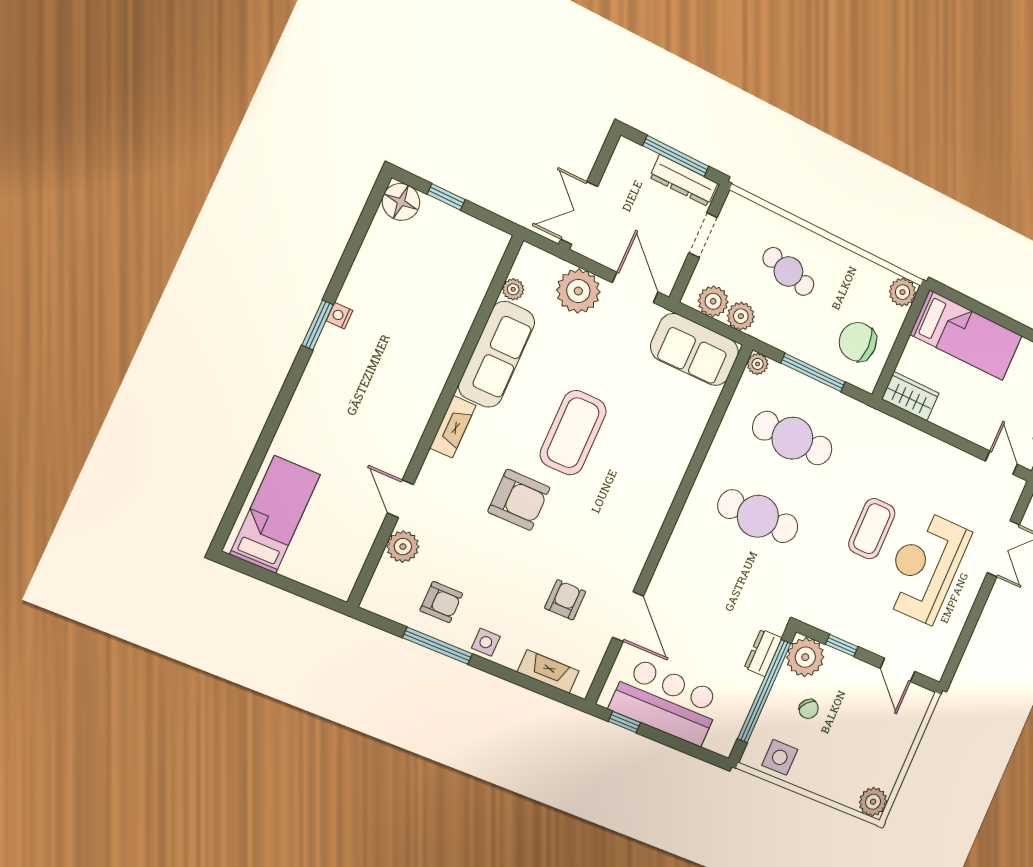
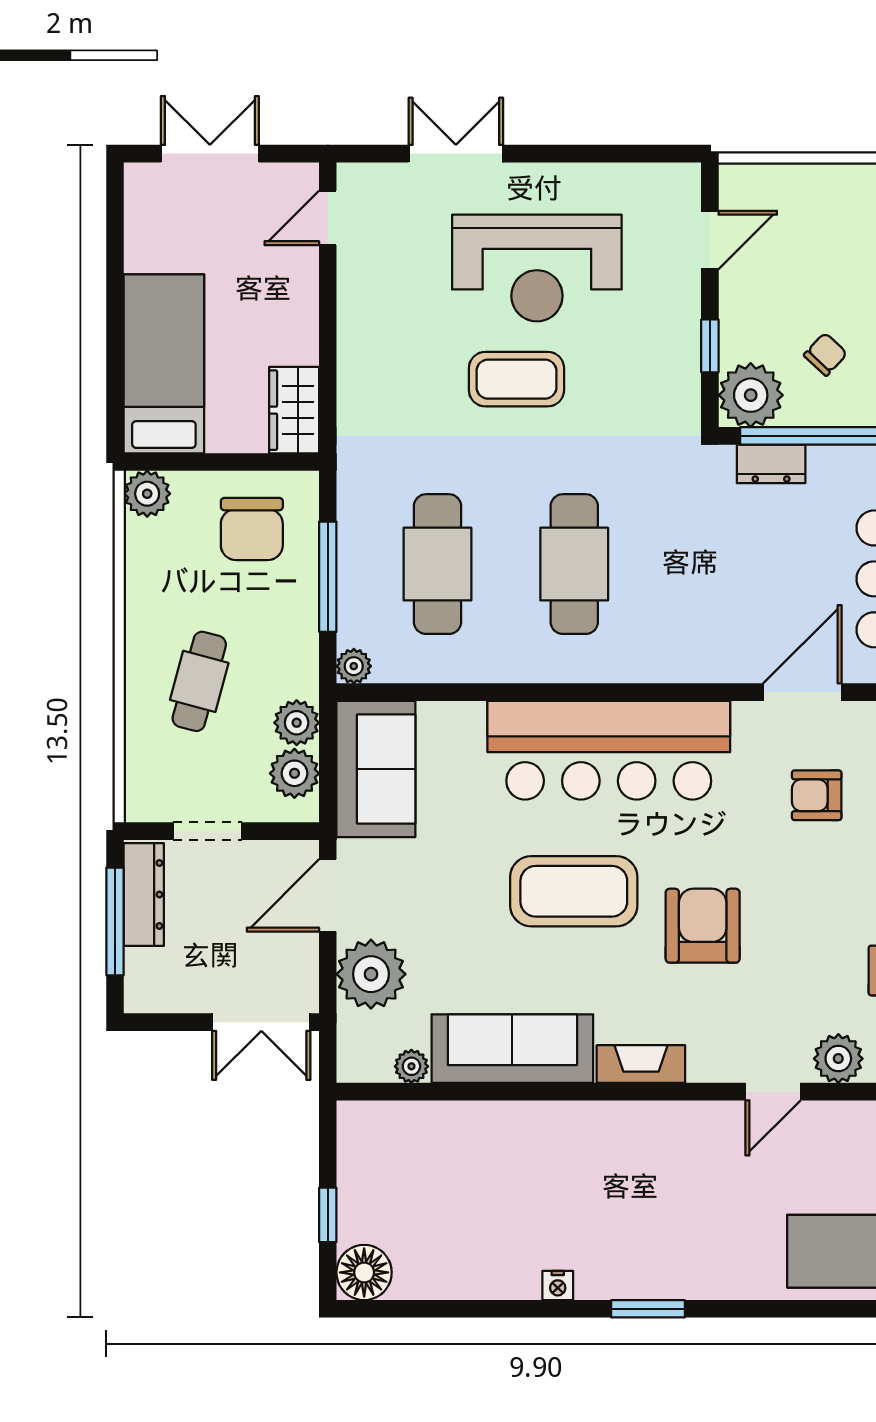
window: (318, 325) -> (648, 1309), moved
bar counter: (645, 489) -> (609, 750), added

